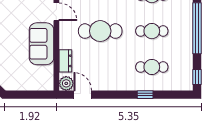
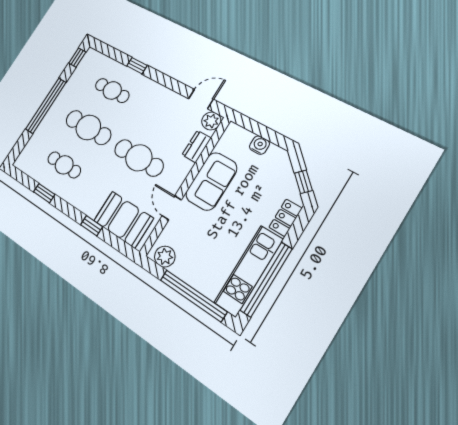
cafe table: (152, 31) -> (88, 127), width x1.37, depth x1.35
water cooler: (25, 84) -> (259, 145), added
door: (83, 95) -> (201, 99), swing flipped

